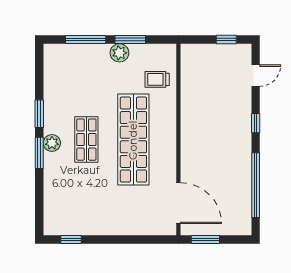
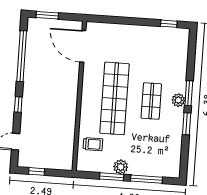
window: (205, 240) -> (47, 15), moved

